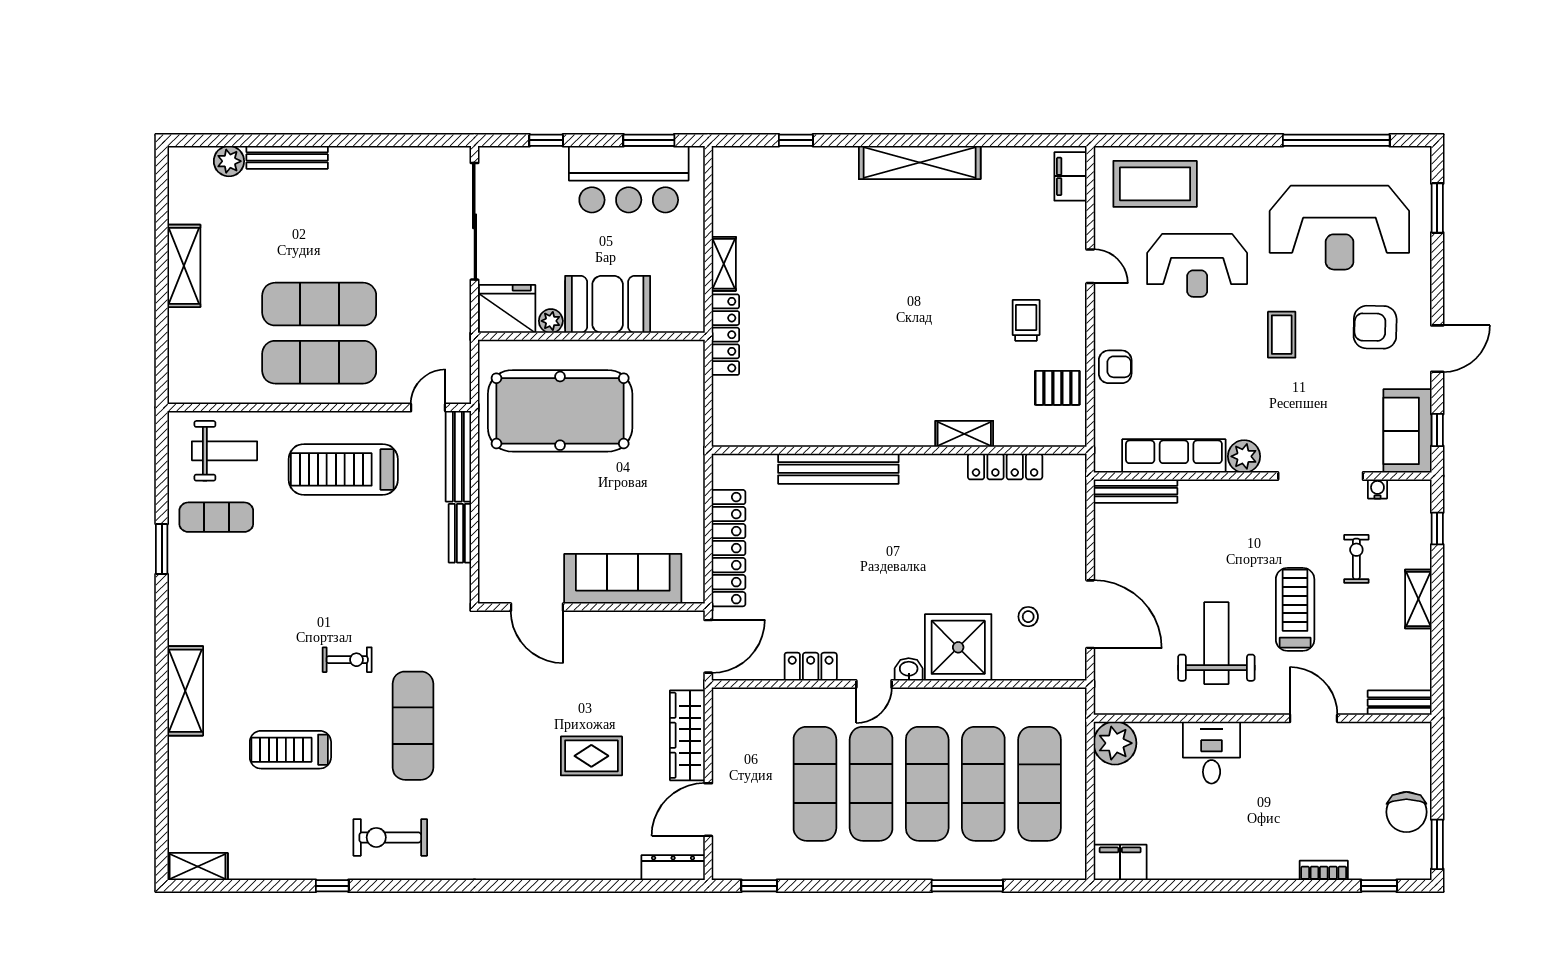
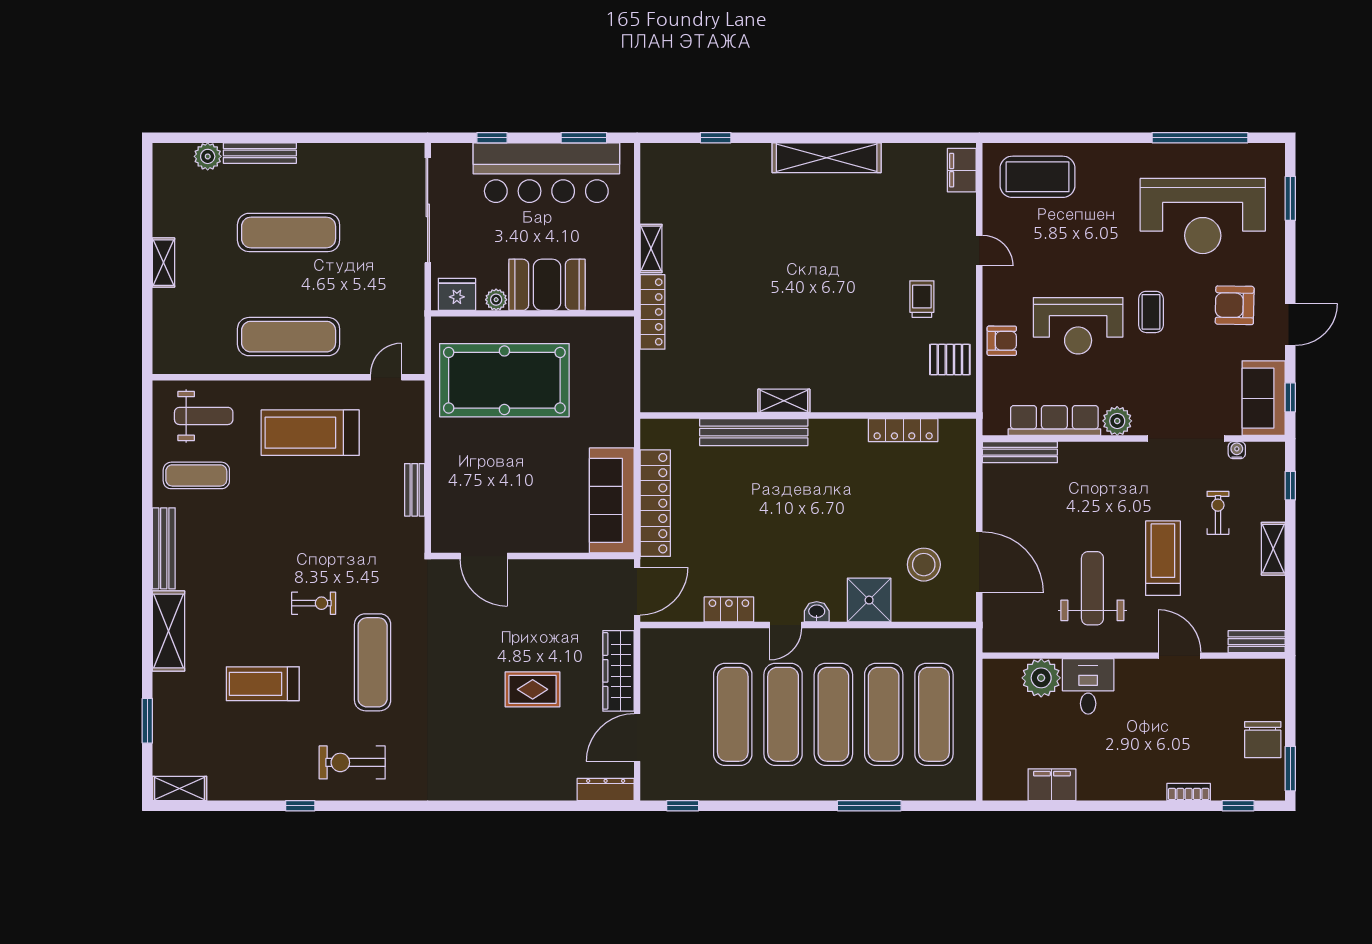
bar counter: (629, 179) -> (546, 173), width x1.36
reception desk: (1197, 265) -> (1078, 326), moved
shelving: (184, 266) -> (164, 263), width x0.67, depth x0.75
exercise mat: (319, 304) -> (289, 232), moved
fridge: (507, 309) -> (457, 294), width x0.73, depth x0.75
shelving: (964, 434) -> (784, 401), moved
bench: (458, 456) -> (164, 548), moved
window: (162, 549) -> (147, 721), moved
sofa: (623, 579) -> (612, 500), moved, turned -90
stool: (1028, 617) -> (924, 565), width x1.89, depth x1.89
shower: (958, 647) -> (869, 600), width x0.73, depth x0.73
plant: (1115, 743) -> (1041, 678), moved
filing cabinet: (1120, 862) -> (1052, 785), moved

